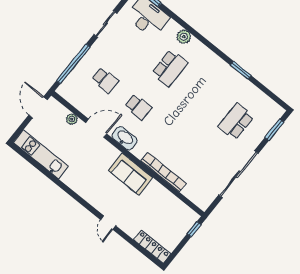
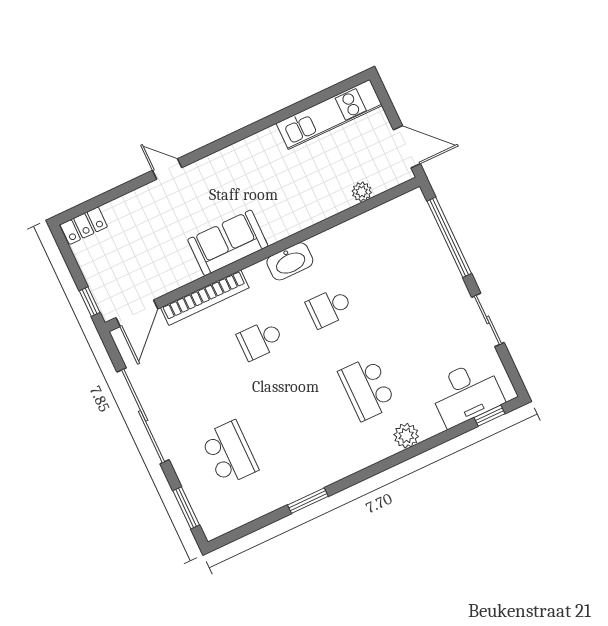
school desk: (105, 80) -> (260, 340), moved
door: (96, 128) -> (137, 313), moved
locker: (152, 247) -> (84, 226), width x0.66

